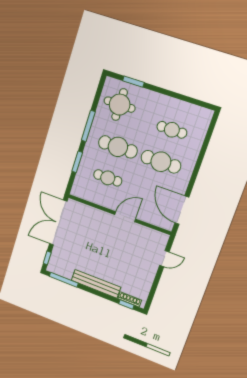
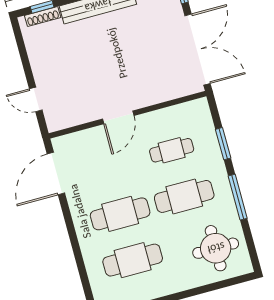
window: (133, 82) -> (217, 286), removed
cafe table: (172, 130) -> (133, 260), width x1.37, depth x1.35
door: (182, 210) -> (56, 174), swing flipped
door: (164, 259) -> (36, 99), hinge flipped

